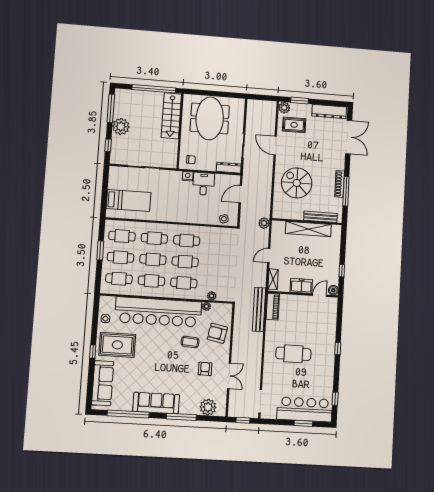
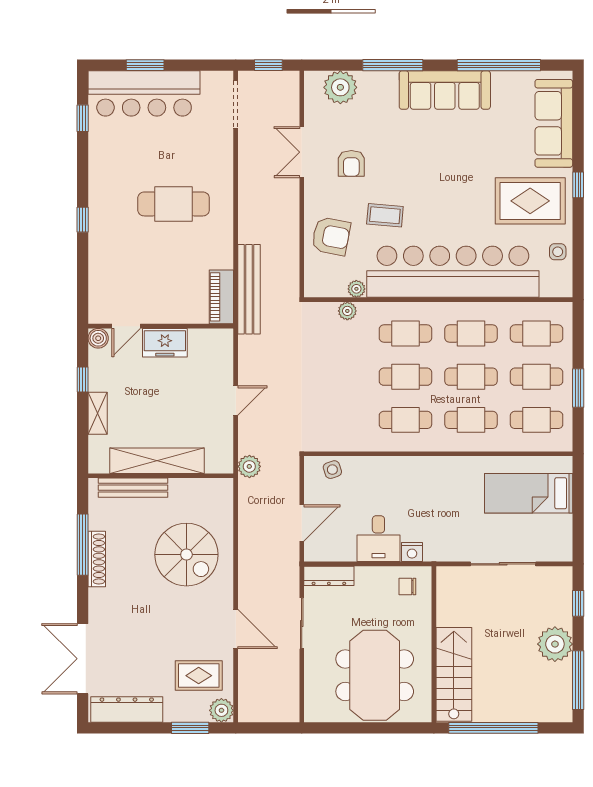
shelving: (273, 279) -> (98, 413), moved

